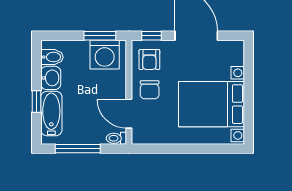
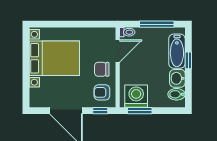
armchair: (149, 60) -> (102, 92), turned -90
chair: (150, 90) -> (102, 69), turned -90
door: (129, 114) -> (118, 51), hinge flipped

